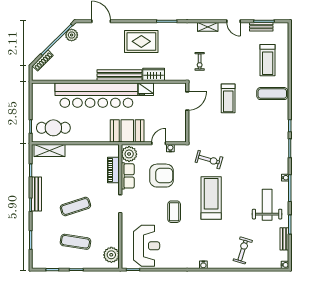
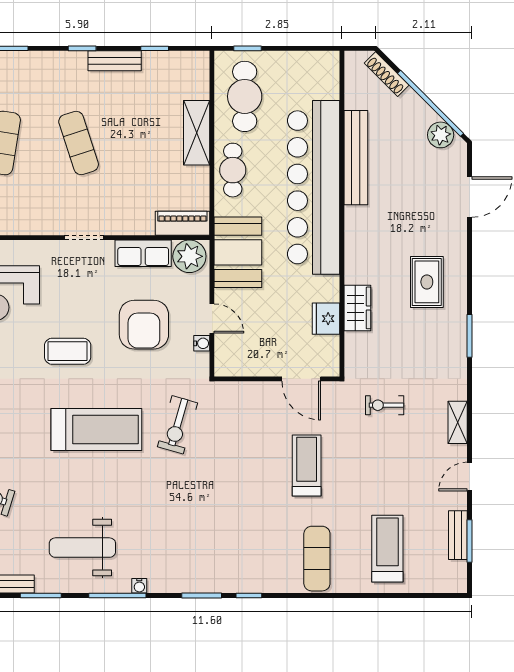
rug: (141, 41) -> (427, 282), width x0.73, depth x0.70
treadmill: (268, 60) -> (387, 549), turned 90
bench: (119, 75) -> (356, 158), moved
fridge: (146, 89) -> (326, 319), moved
treadmill: (228, 98) -> (307, 465), turned 90
cafe table: (88, 133) -> (233, 170), added
shelving: (50, 151) -> (197, 133), moved
piano: (113, 170) -> (182, 223), moved
bench: (36, 194) -> (115, 61), width x0.73
weight bench: (267, 205) -> (82, 548), turned 180

